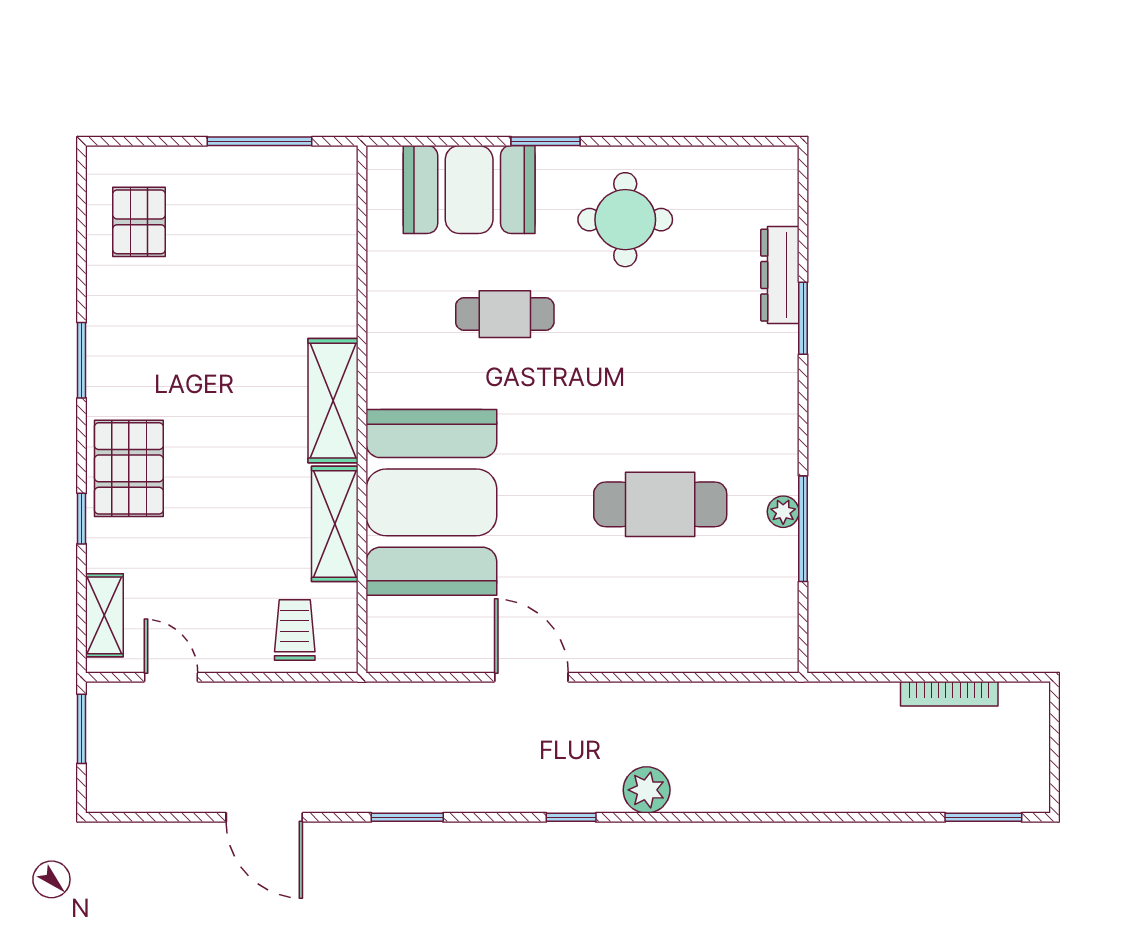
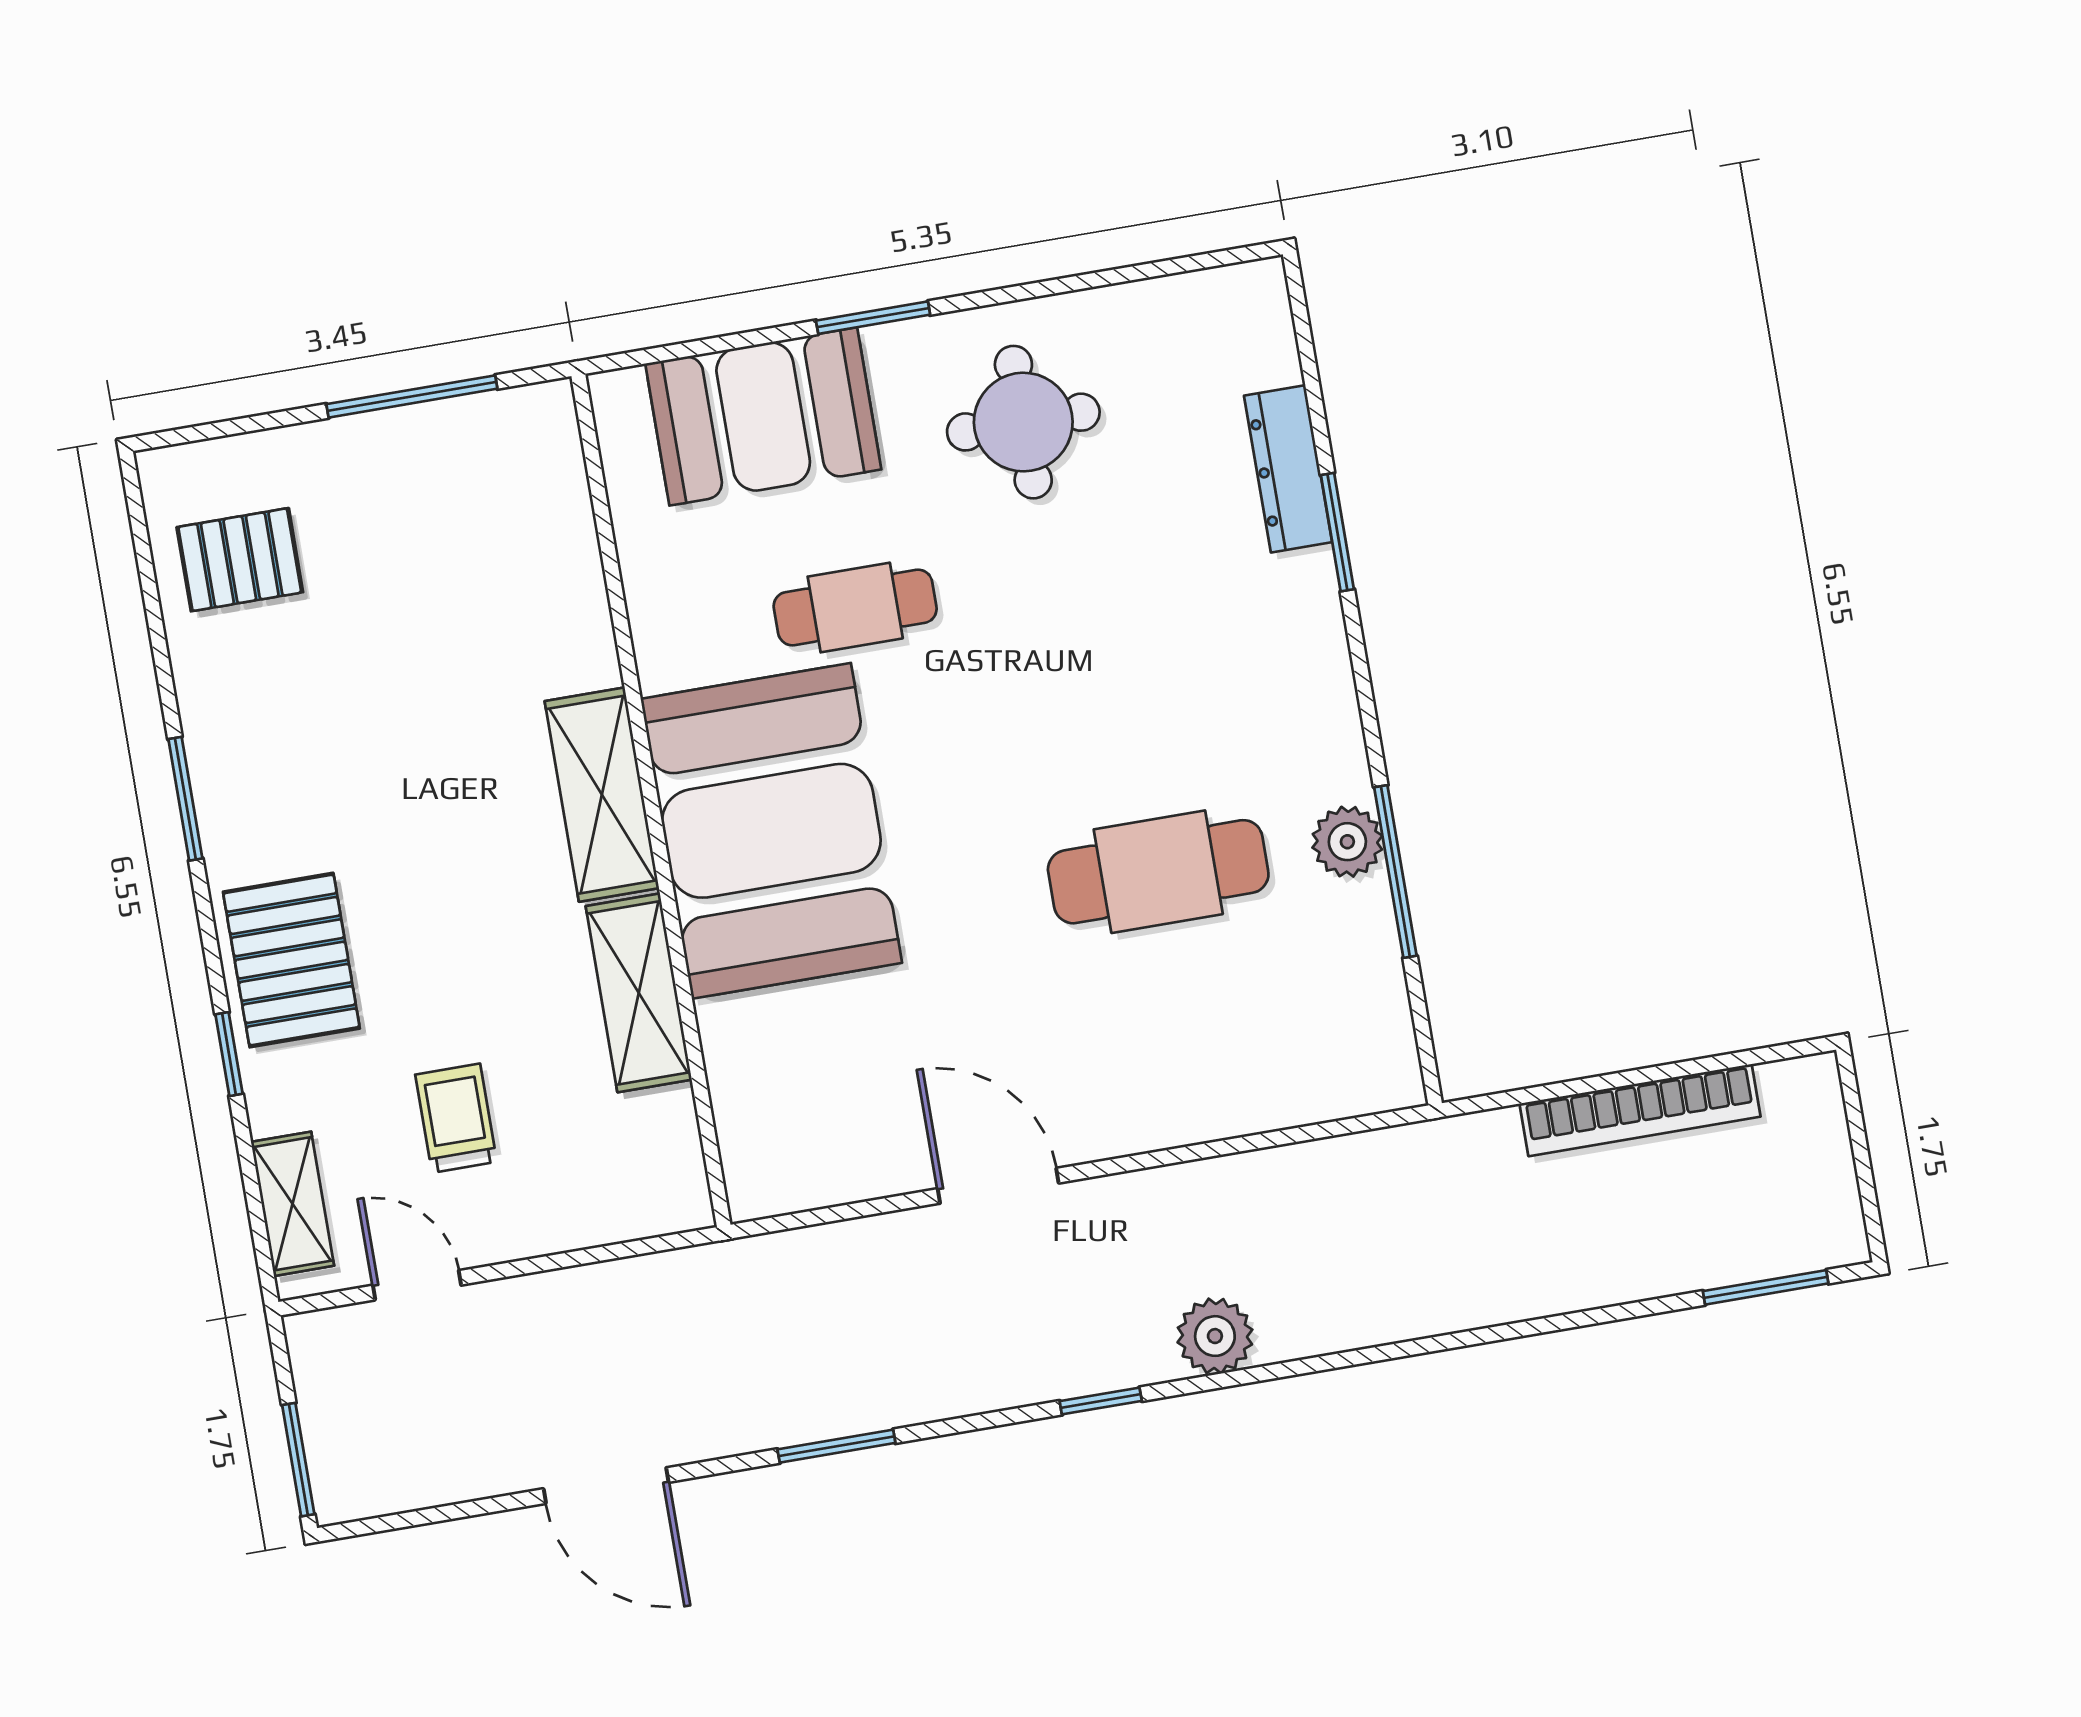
pallet: (139, 222) -> (240, 560), turned 90
booth: (431, 502) -> (771, 831), moved
plant: (783, 512) -> (1347, 842), width x1.38, depth x1.38
trolley: (295, 630) -> (456, 1118), moved
bookcase: (949, 694) -> (1640, 1110), width x1.48, depth x1.31
window: (82, 729) -> (298, 1460), moved

